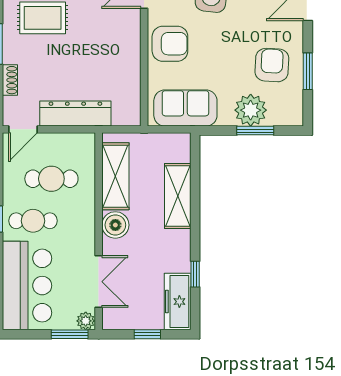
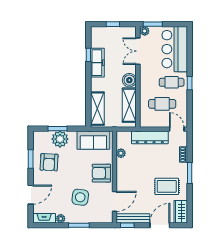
plant: (132, 83) -> (121, 153), added
door: (23, 129) -> (177, 129), hinge flipped
shelving: (178, 196) -> (97, 109), moved
freezer: (178, 302) -> (97, 63), moved

